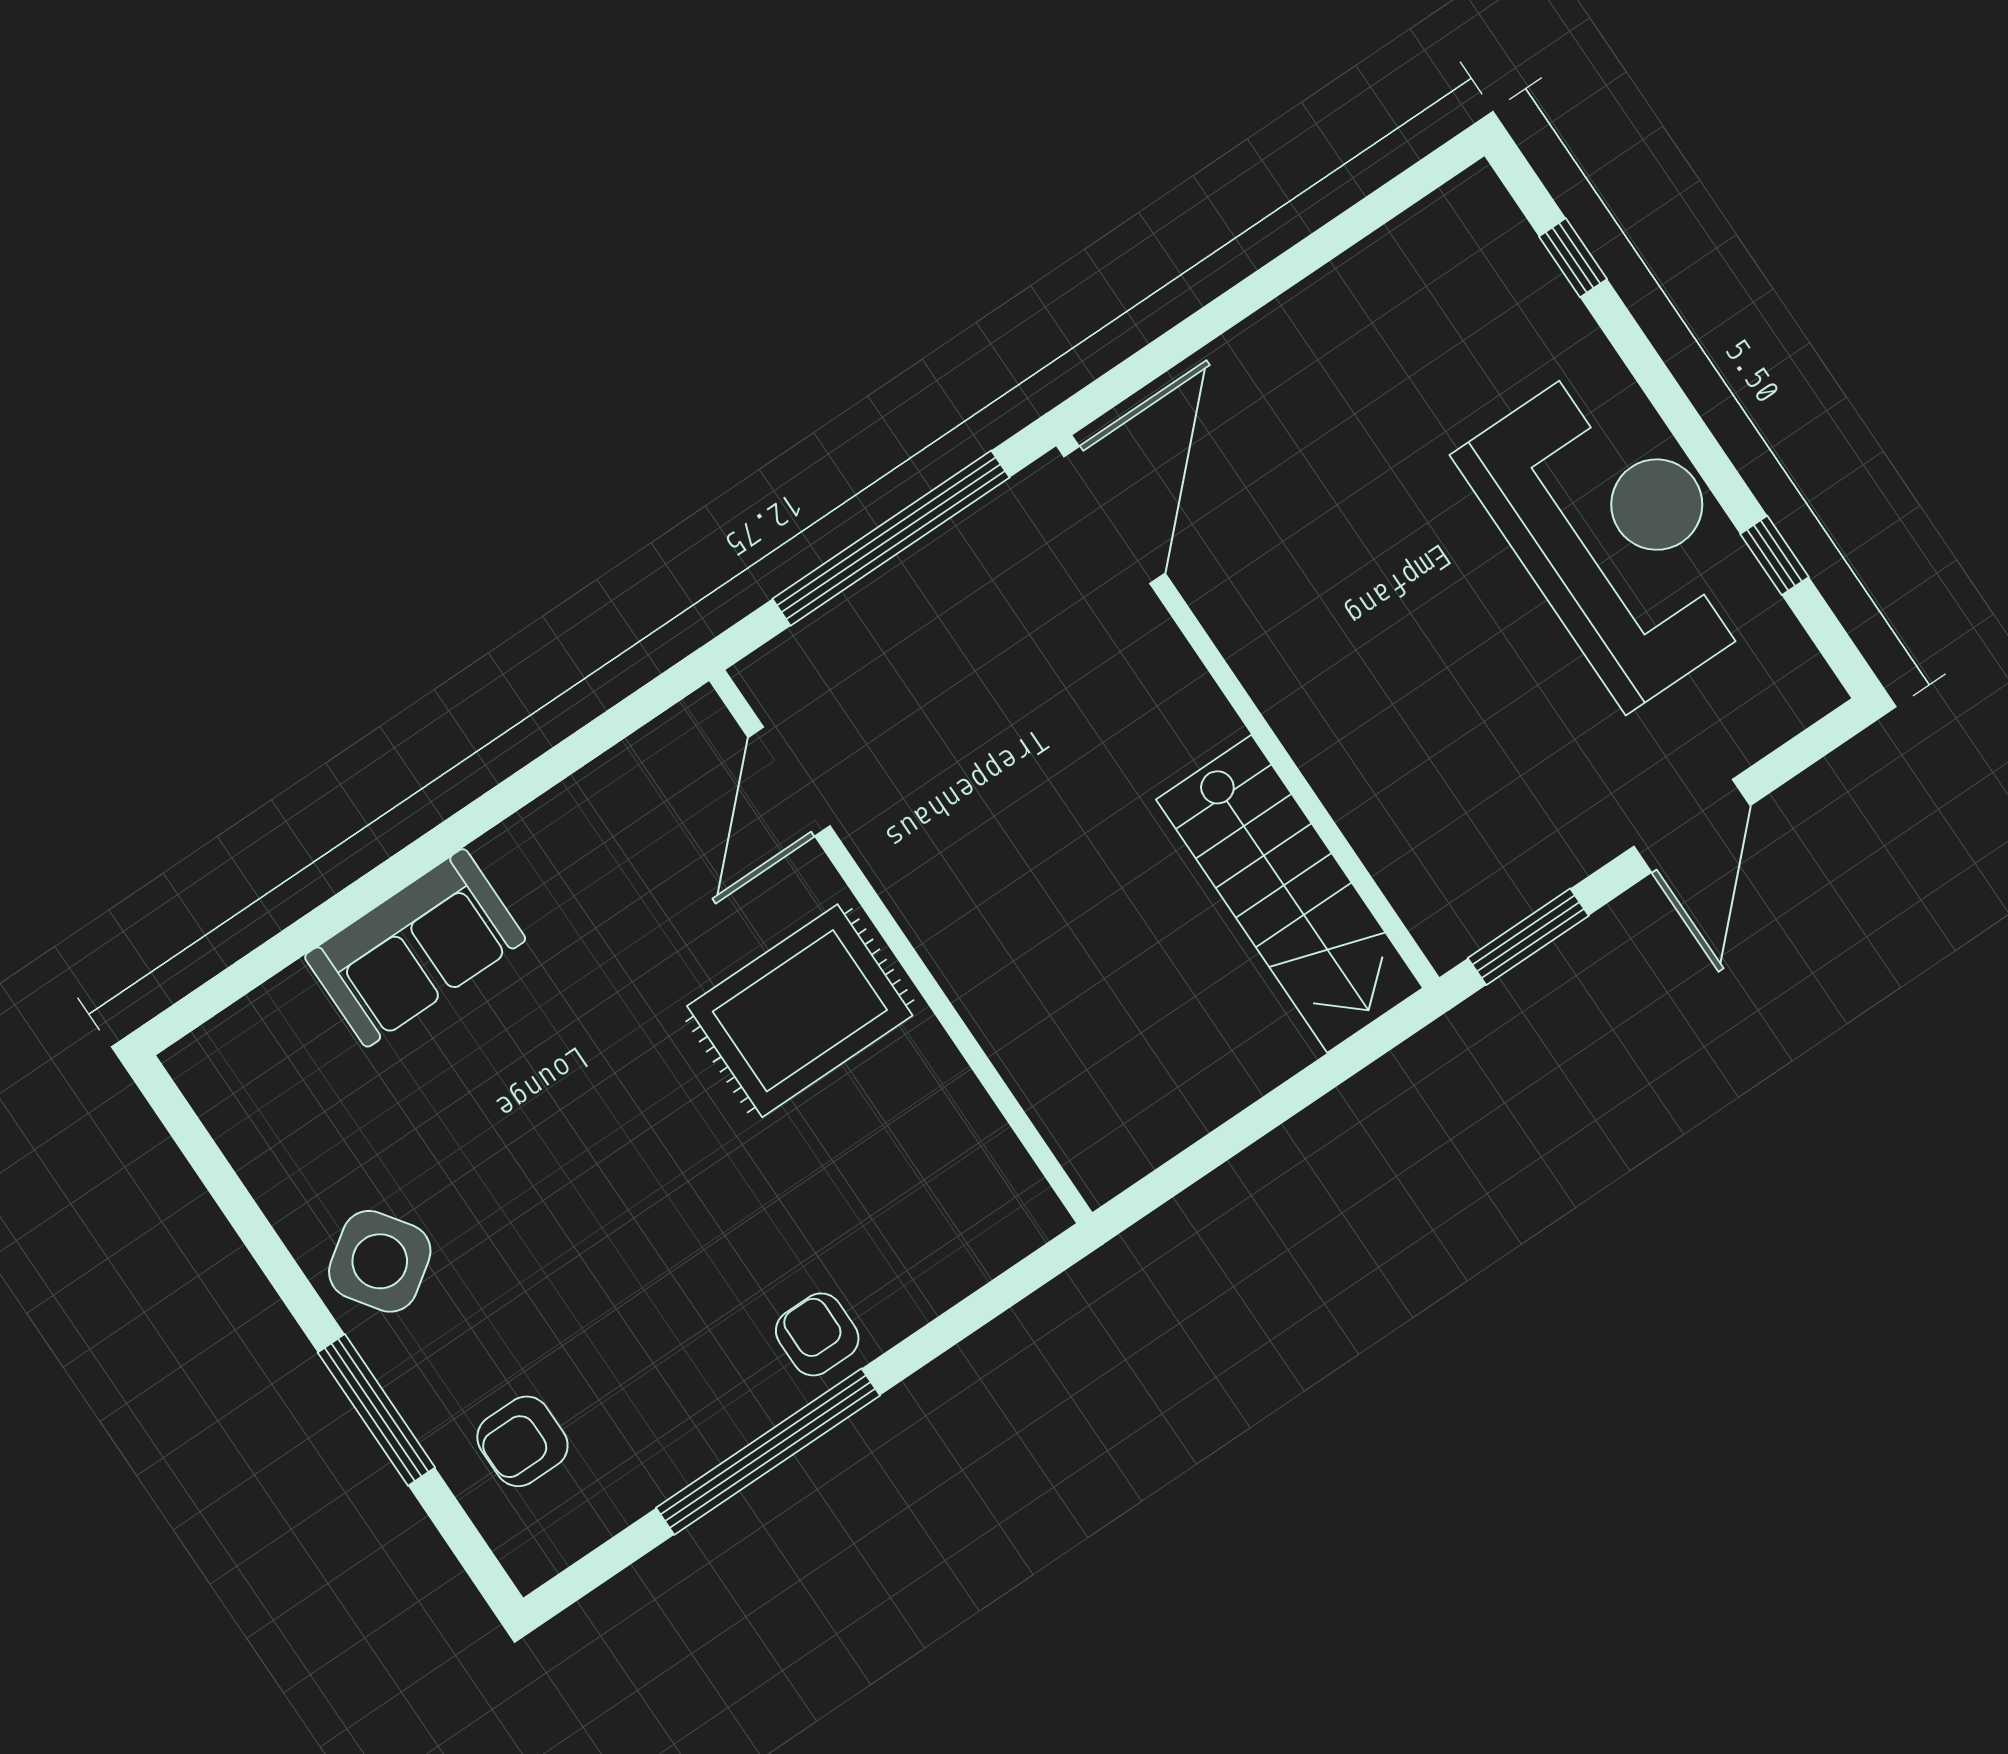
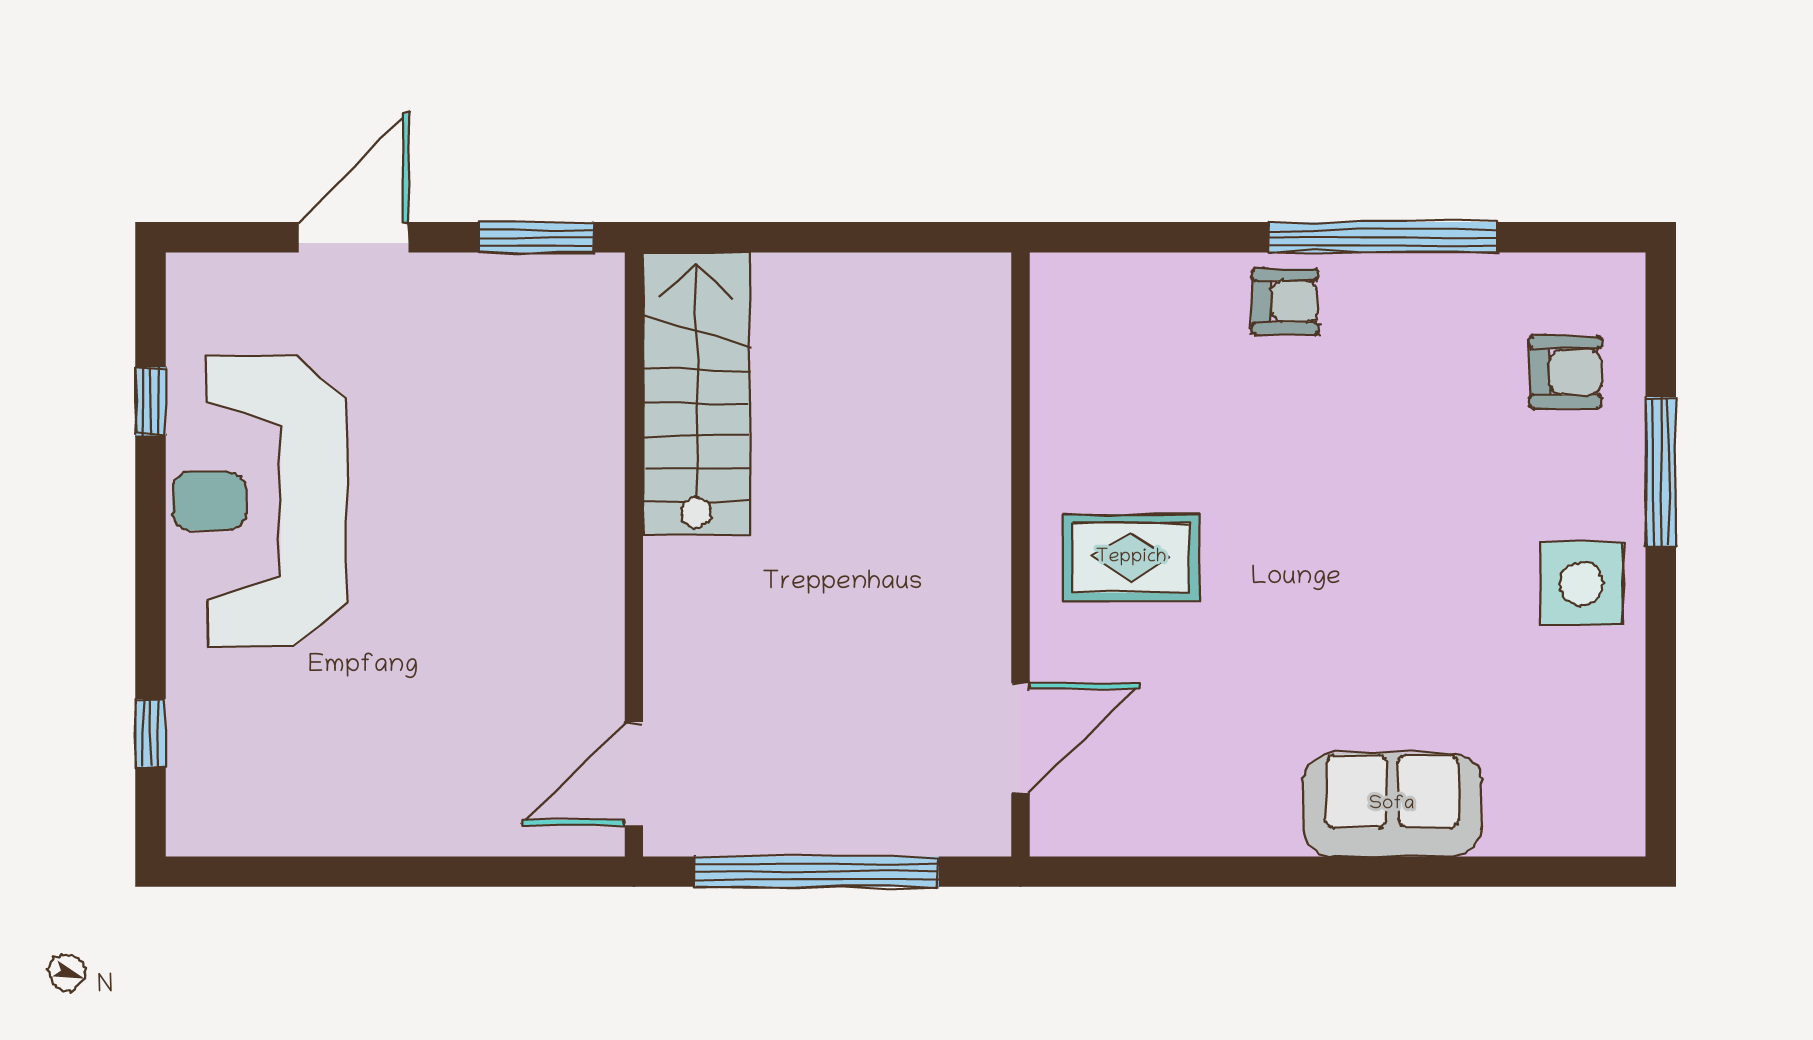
door: (1115, 515) -> (634, 774), width x0.73
rug: (800, 1011) -> (1131, 558), width x0.73, depth x0.70
side table: (380, 1261) -> (1581, 584), turned 35
armchair: (817, 1334) -> (1285, 301), turned -90

